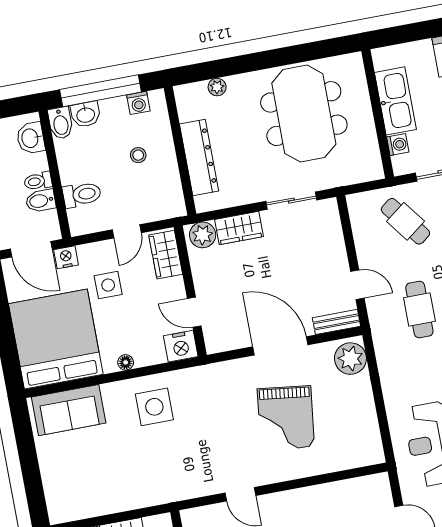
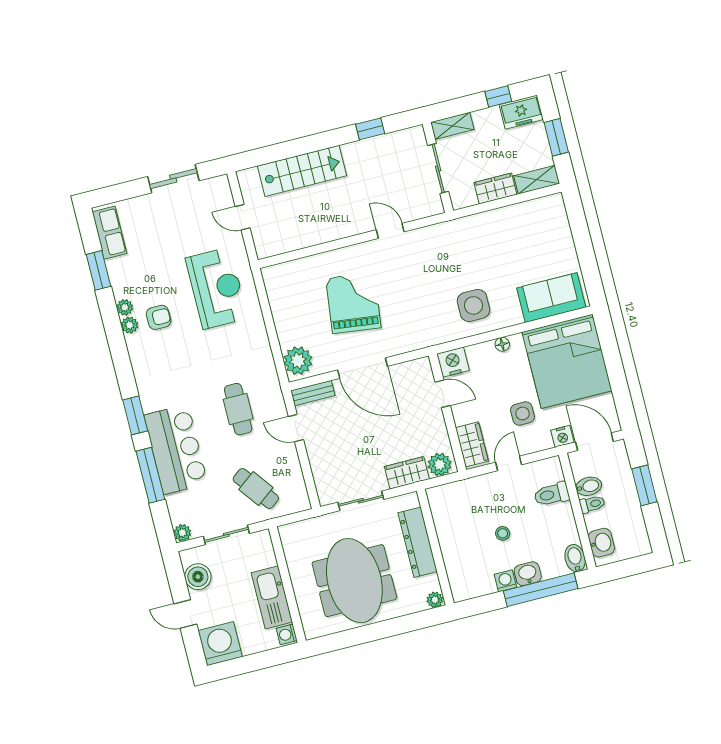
washbasin: (86, 114) -> (528, 574), moved
washing machine: (398, 145) -> (287, 634), moved
wall: (180, 151) -> (435, 547), moved
dresser: (199, 157) -> (418, 542), moved

